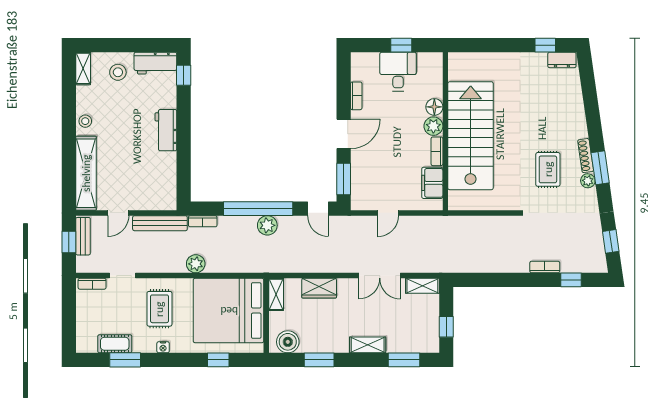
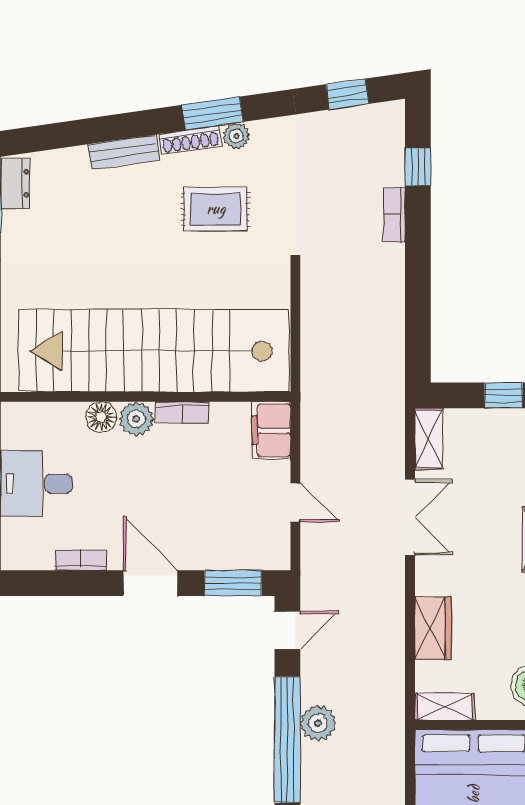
bench: (579, 119) -> (124, 152), added
stairs: (471, 136) -> (154, 351), width x1.36
filing cabinet: (432, 183) -> (271, 430), moved, turned 90

